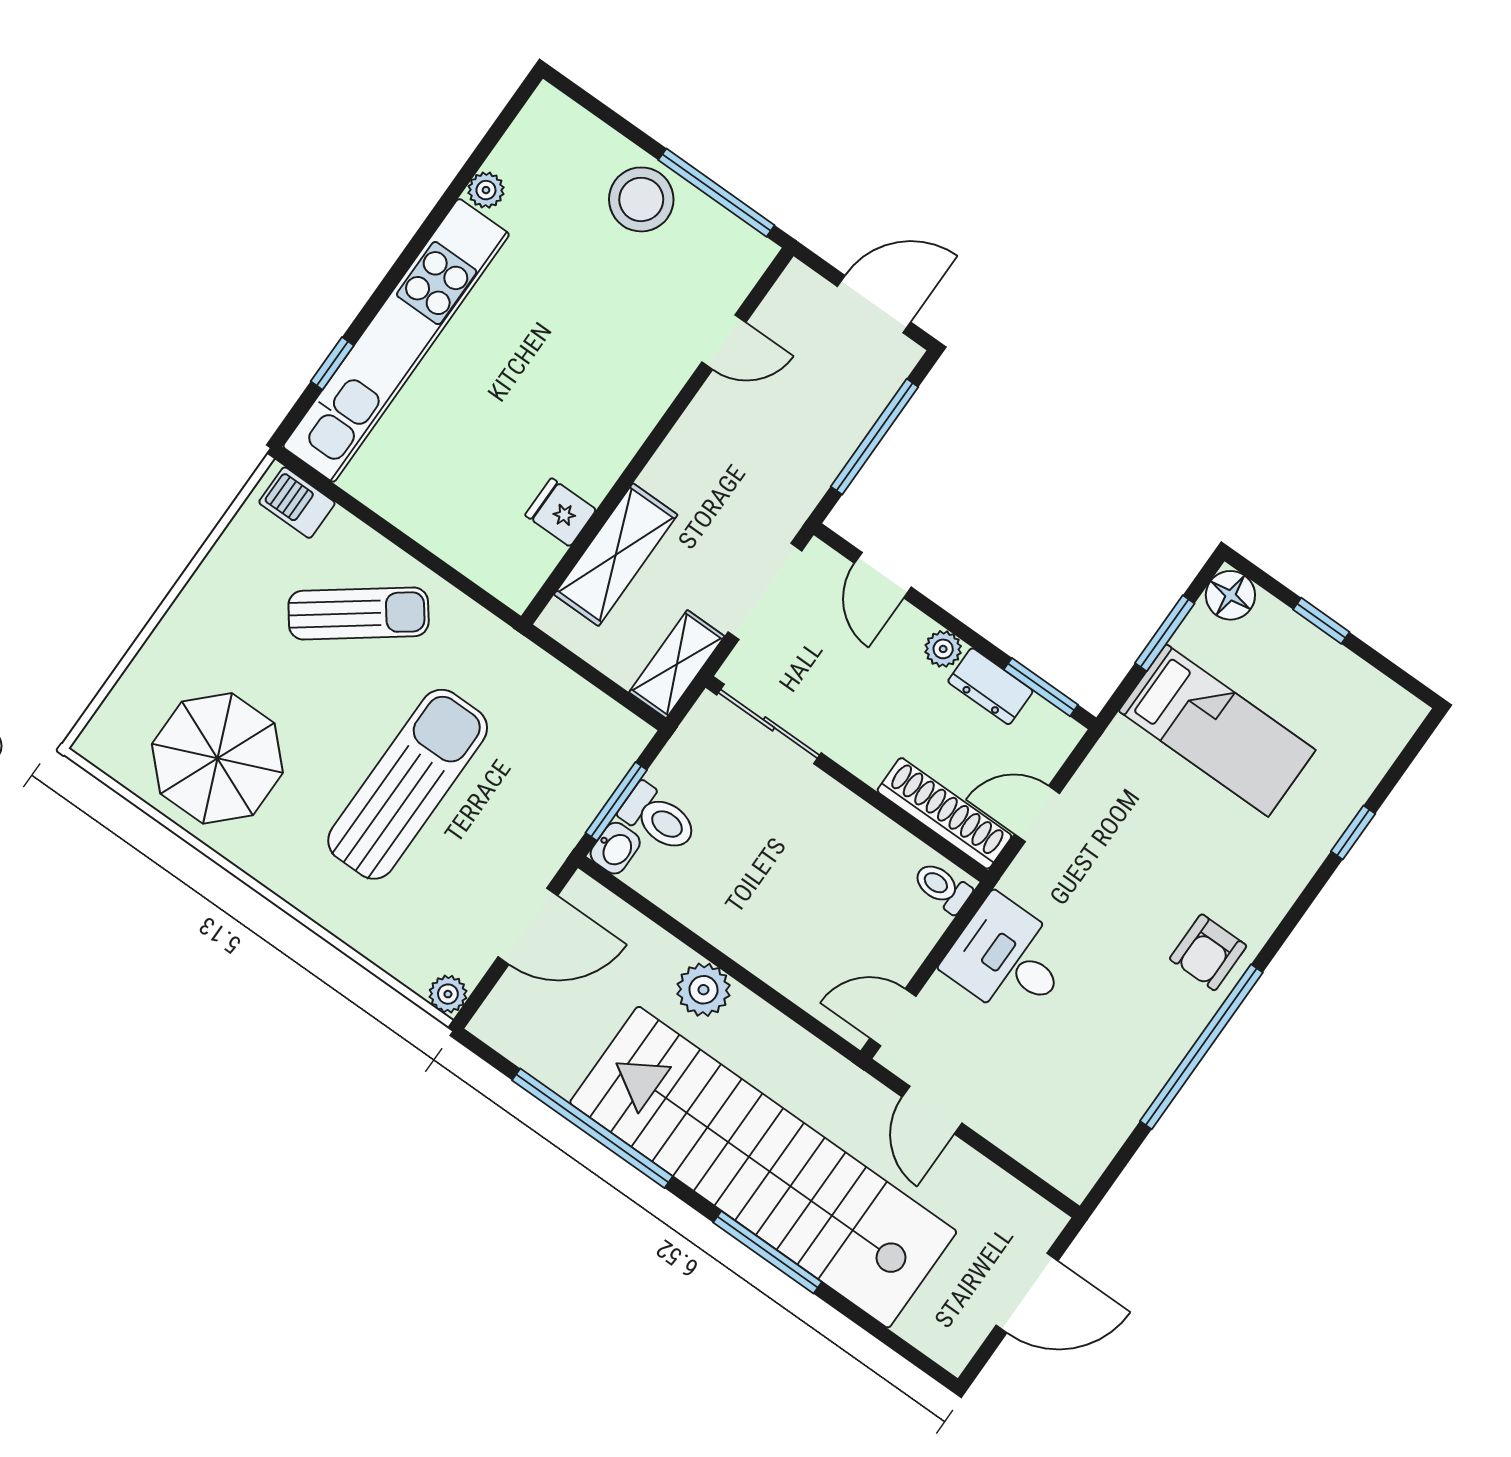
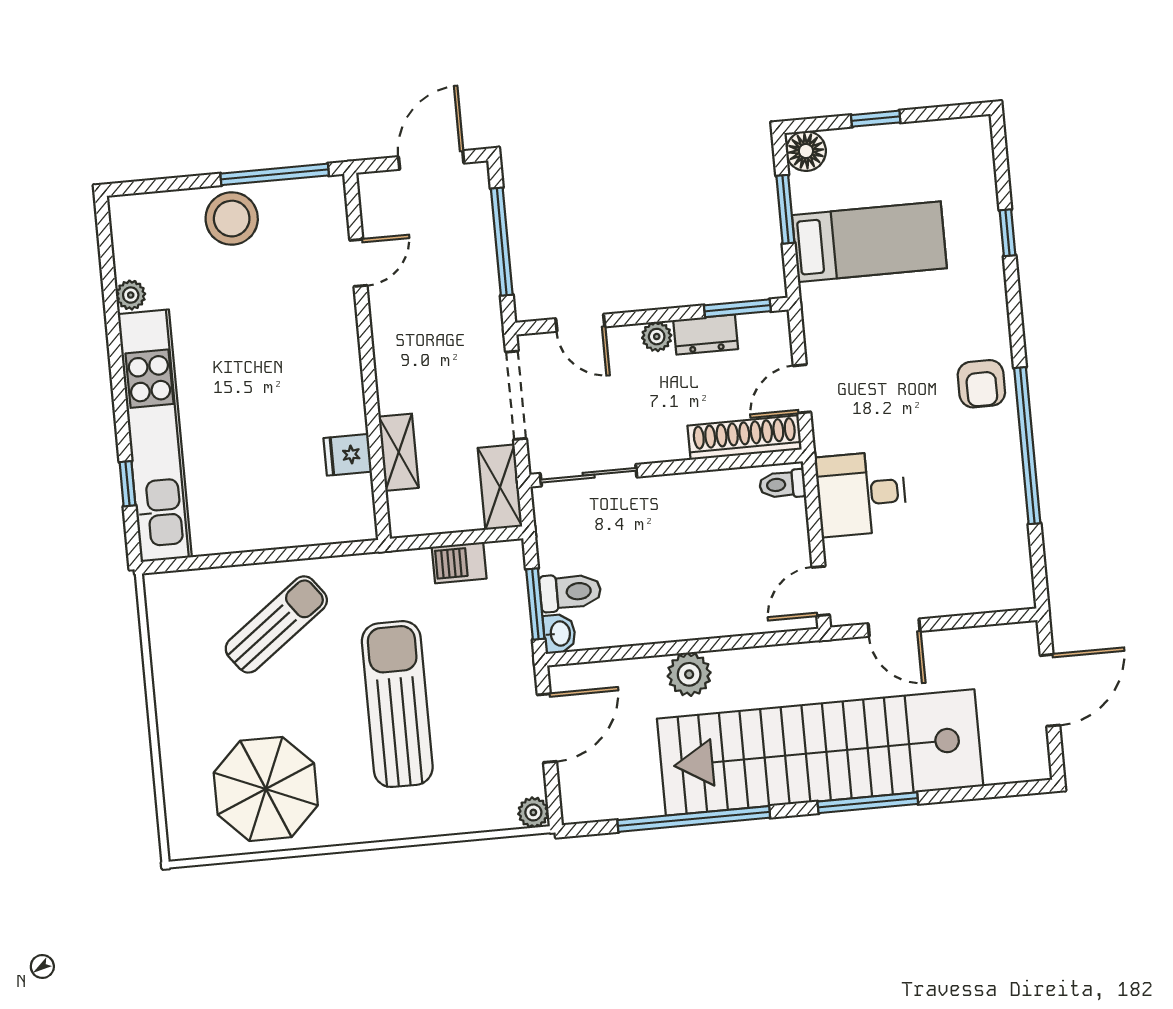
barbecue: (297, 503) -> (459, 563), moved
shelving: (616, 555) -> (399, 452), width x0.67, depth x0.75

